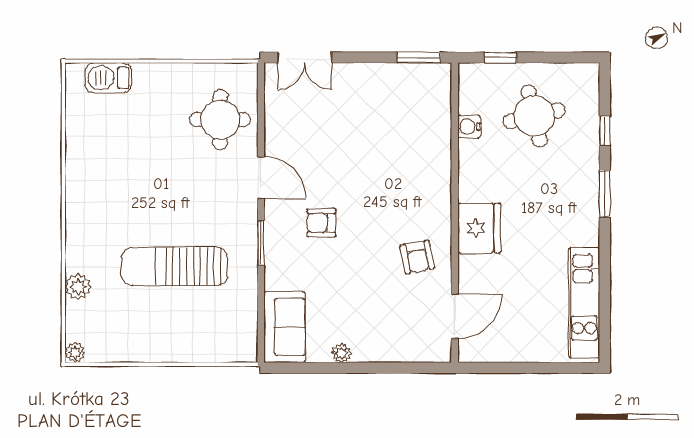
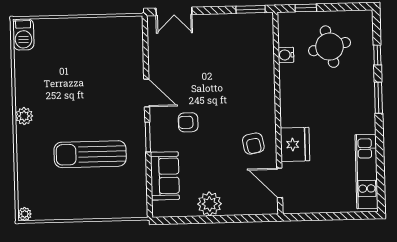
barbecue: (108, 78) -> (23, 34), moved, turned -90
round table: (220, 120) -> (118, 55), removed
fridge: (479, 228) -> (295, 144), moved
plant: (78, 287) -> (24, 116), moved
door: (455, 316) -> (280, 183), swing flipped
sofa: (285, 327) -> (165, 176), moved
plant: (342, 353) -> (210, 204), width x1.87, depth x1.87

